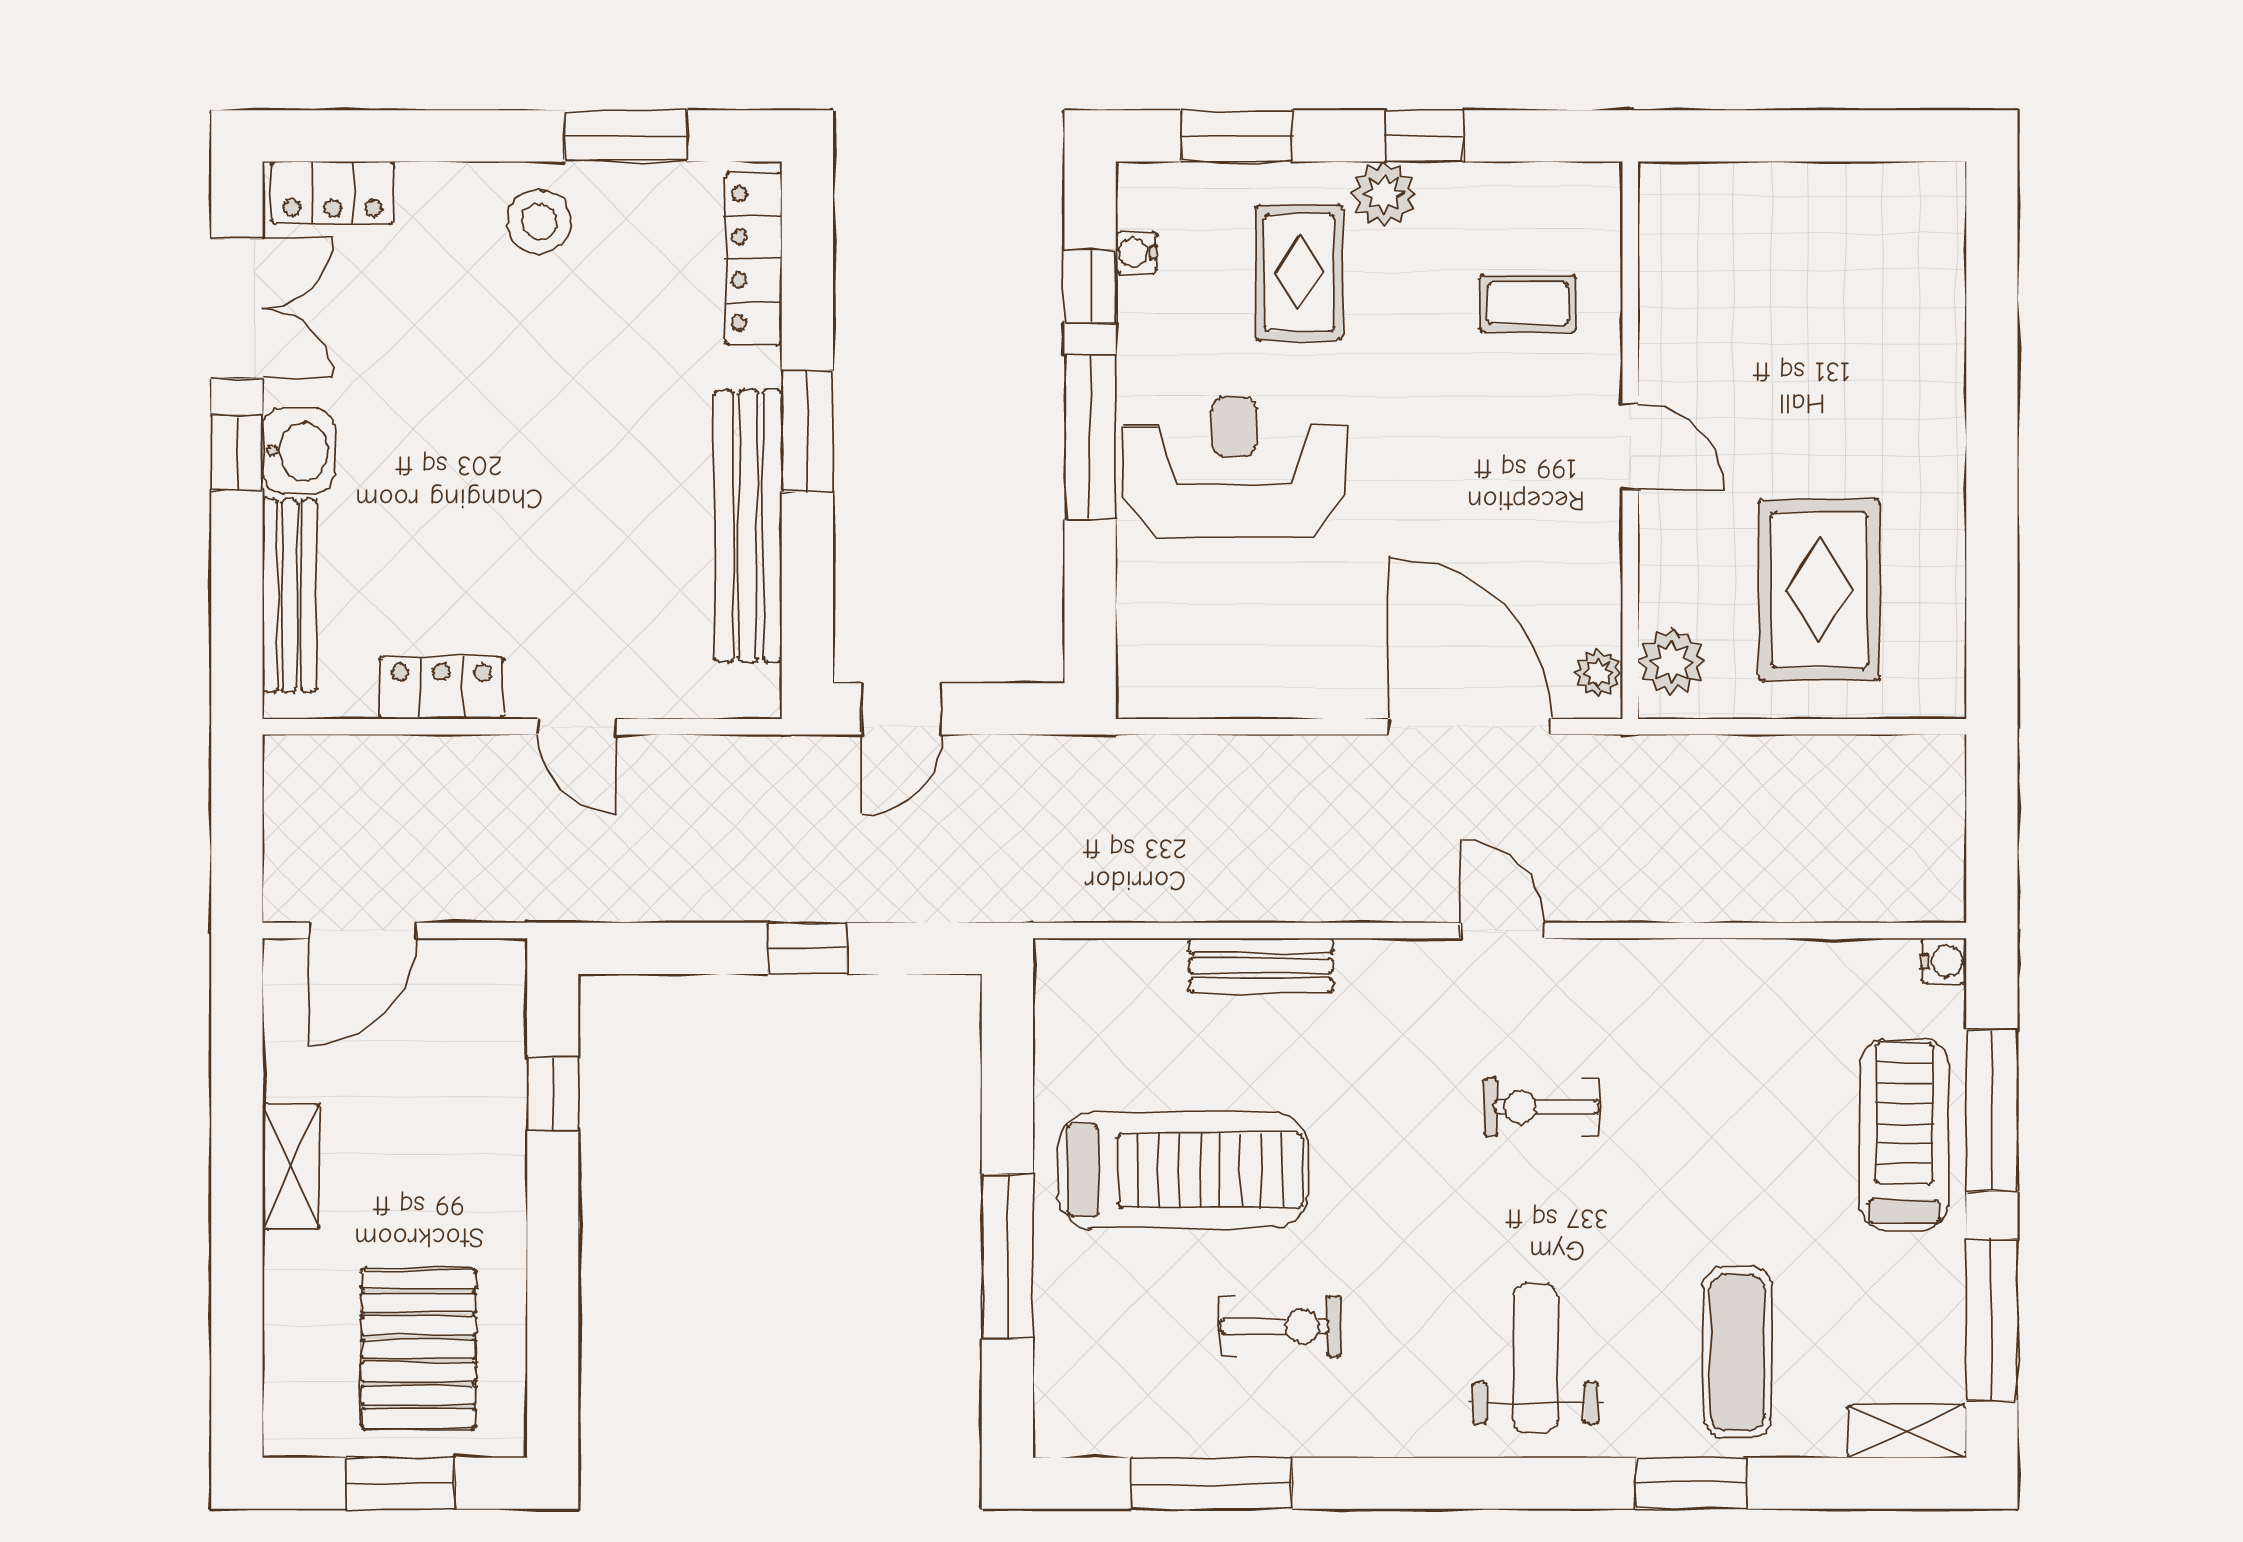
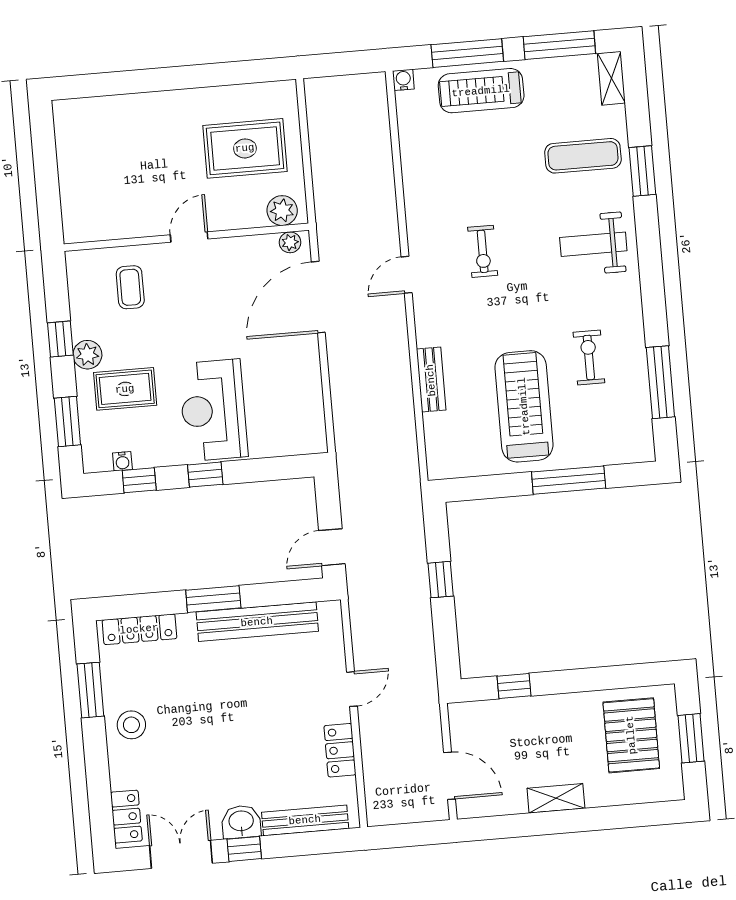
window: (1090, 437) -> (205, 475), width x0.46
door: (902, 709) -> (332, 547), swing flipped
pallet: (419, 1349) -> (631, 735), turned 90

